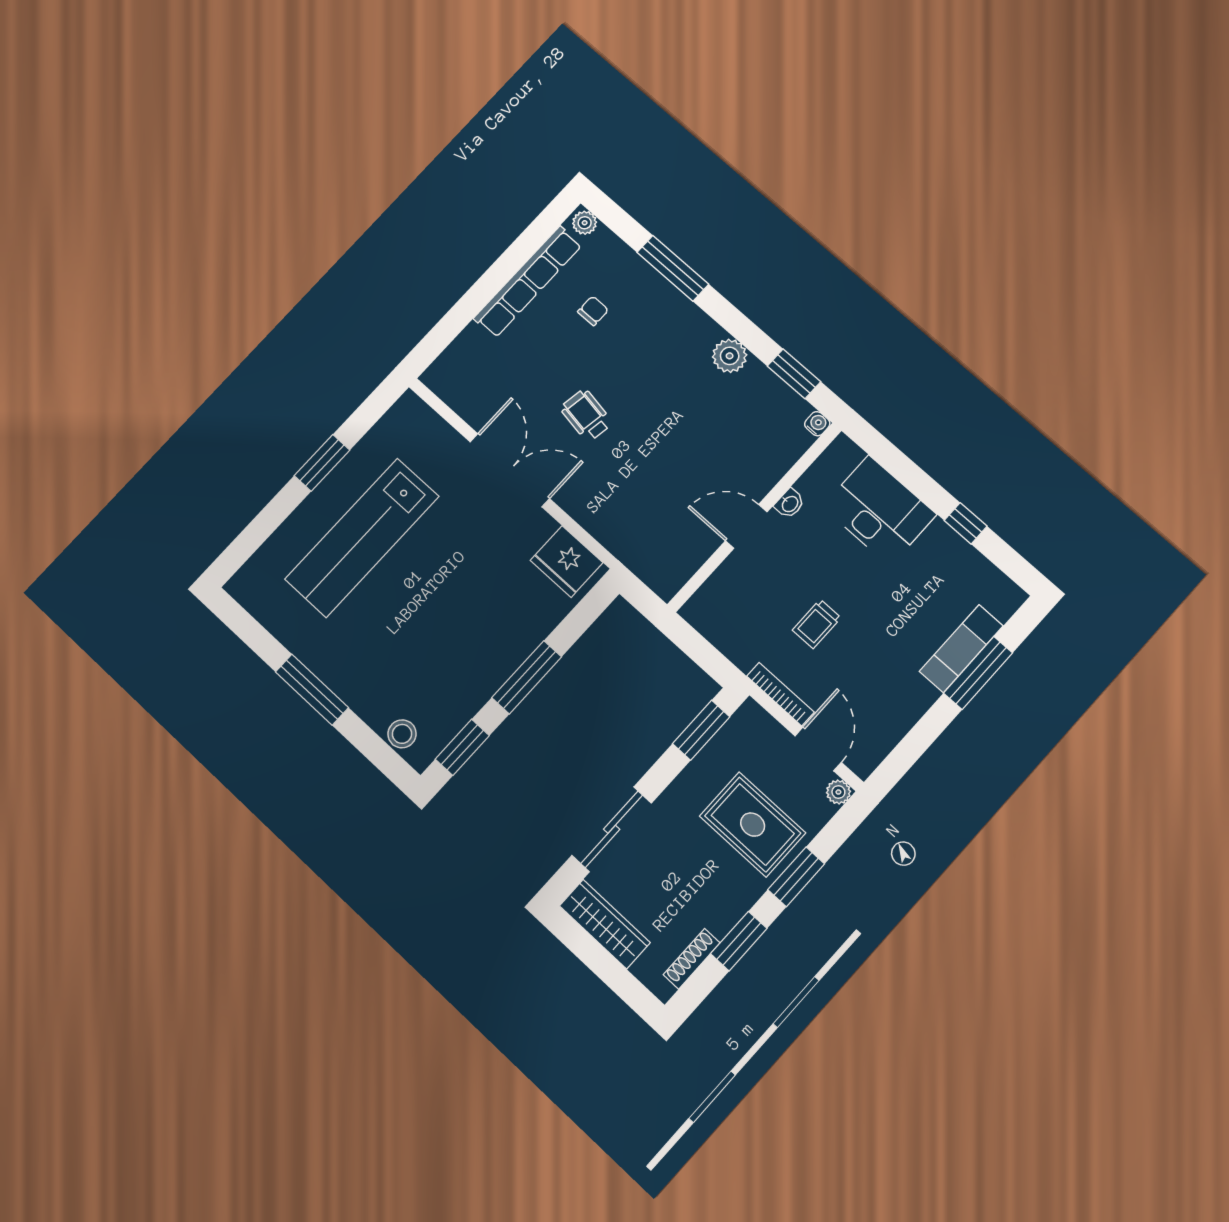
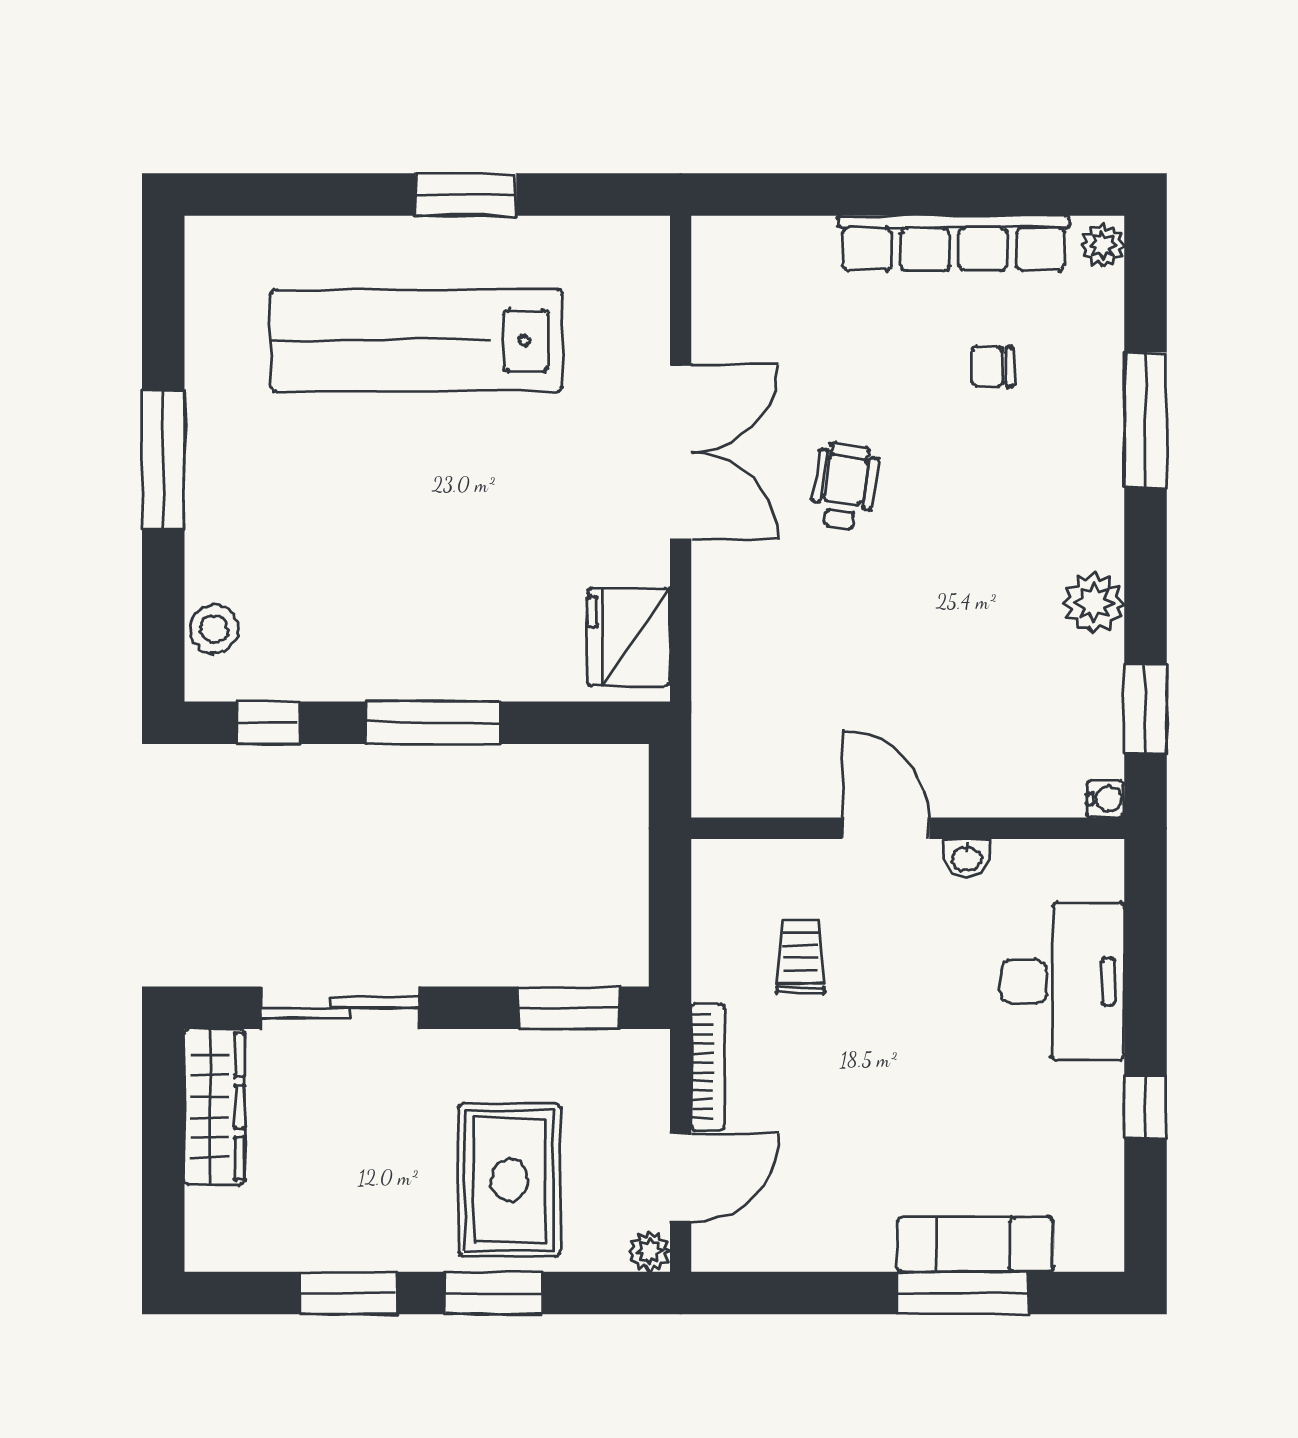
chair: (593, 311) -> (993, 367), turned 180
trolley: (817, 624) -> (800, 957), moved, turned 90
window: (462, 747) -> (268, 723), width x0.67
shoe rack: (692, 959) -> (272, 1254), removed

